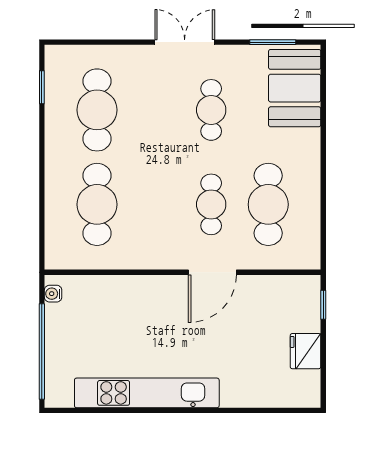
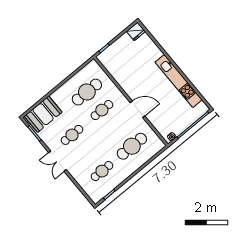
cafe table: (97, 110) -> (102, 171), width x0.73, depth x0.74
door: (212, 272) -> (137, 109), moved
fridge: (306, 351) -> (136, 31), moved

